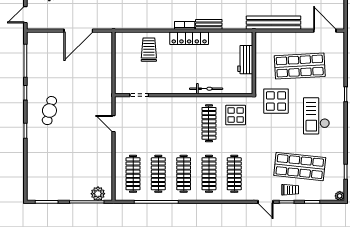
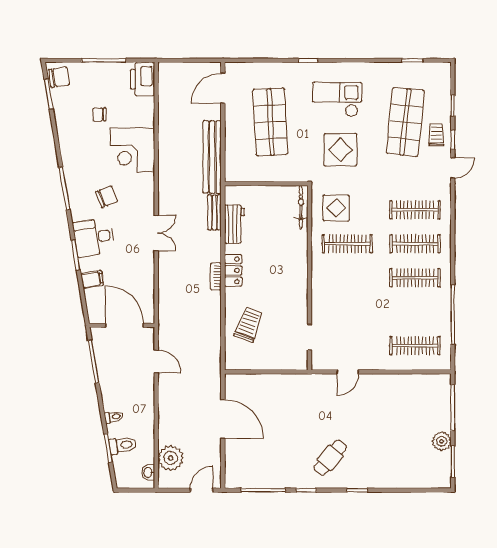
door: (25, 15) -> (201, 490), swing flipped
bench: (209, 24) -> (214, 212), moved
locker: (189, 38) -> (233, 270), width x0.66
trolley: (149, 50) -> (248, 324), turned 110
workbench: (245, 60) -> (234, 224), moved, turned -90
bicycle: (206, 89) -> (301, 207), moved
display table: (276, 101) -> (340, 150), moved
cafe table: (49, 111) -> (330, 458), turned -63
checkout: (316, 116) -> (337, 99), turned 180
clothes rail: (158, 174) -> (415, 312), removed
plant: (98, 194) -> (442, 441), moved
plant: (340, 196) -> (445, 68), removed

